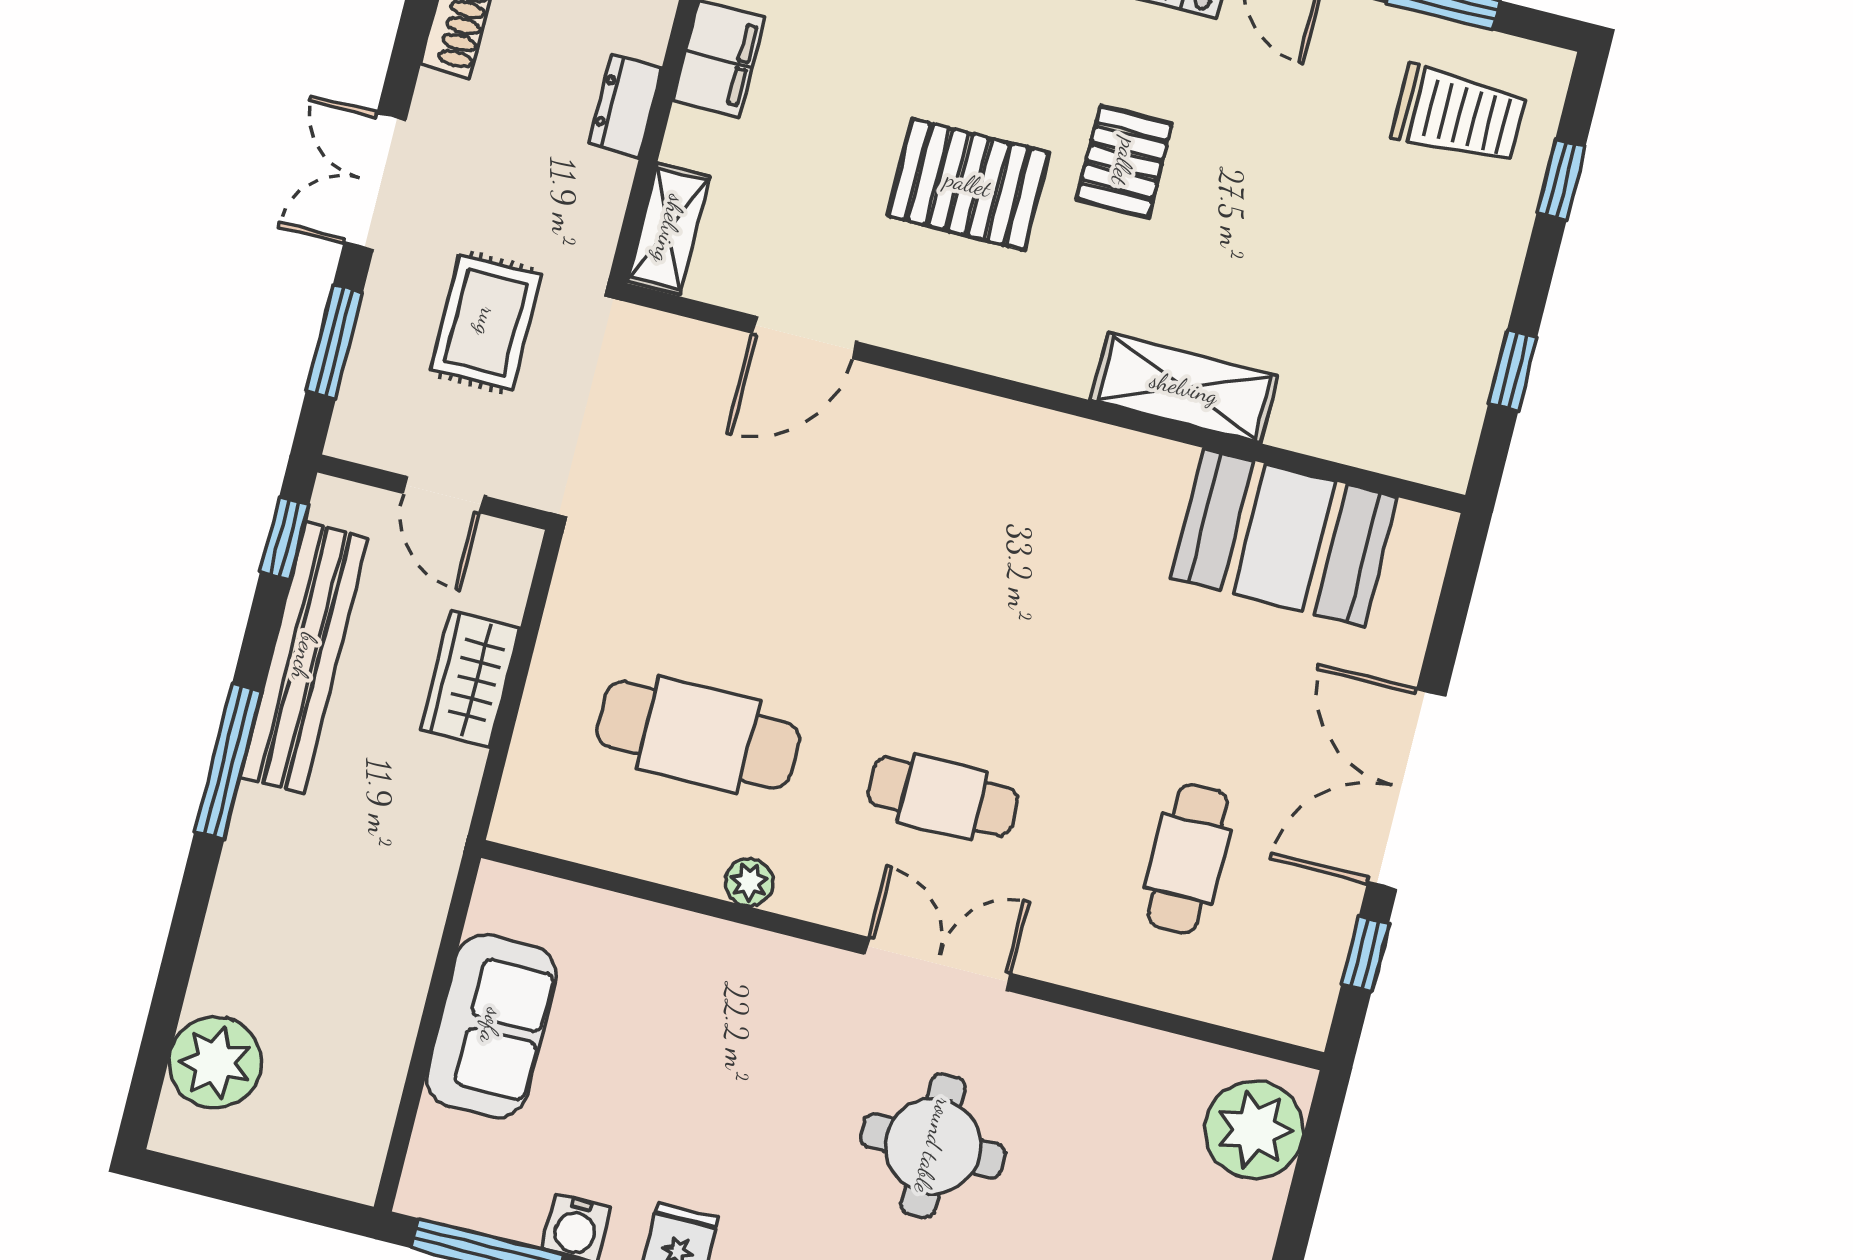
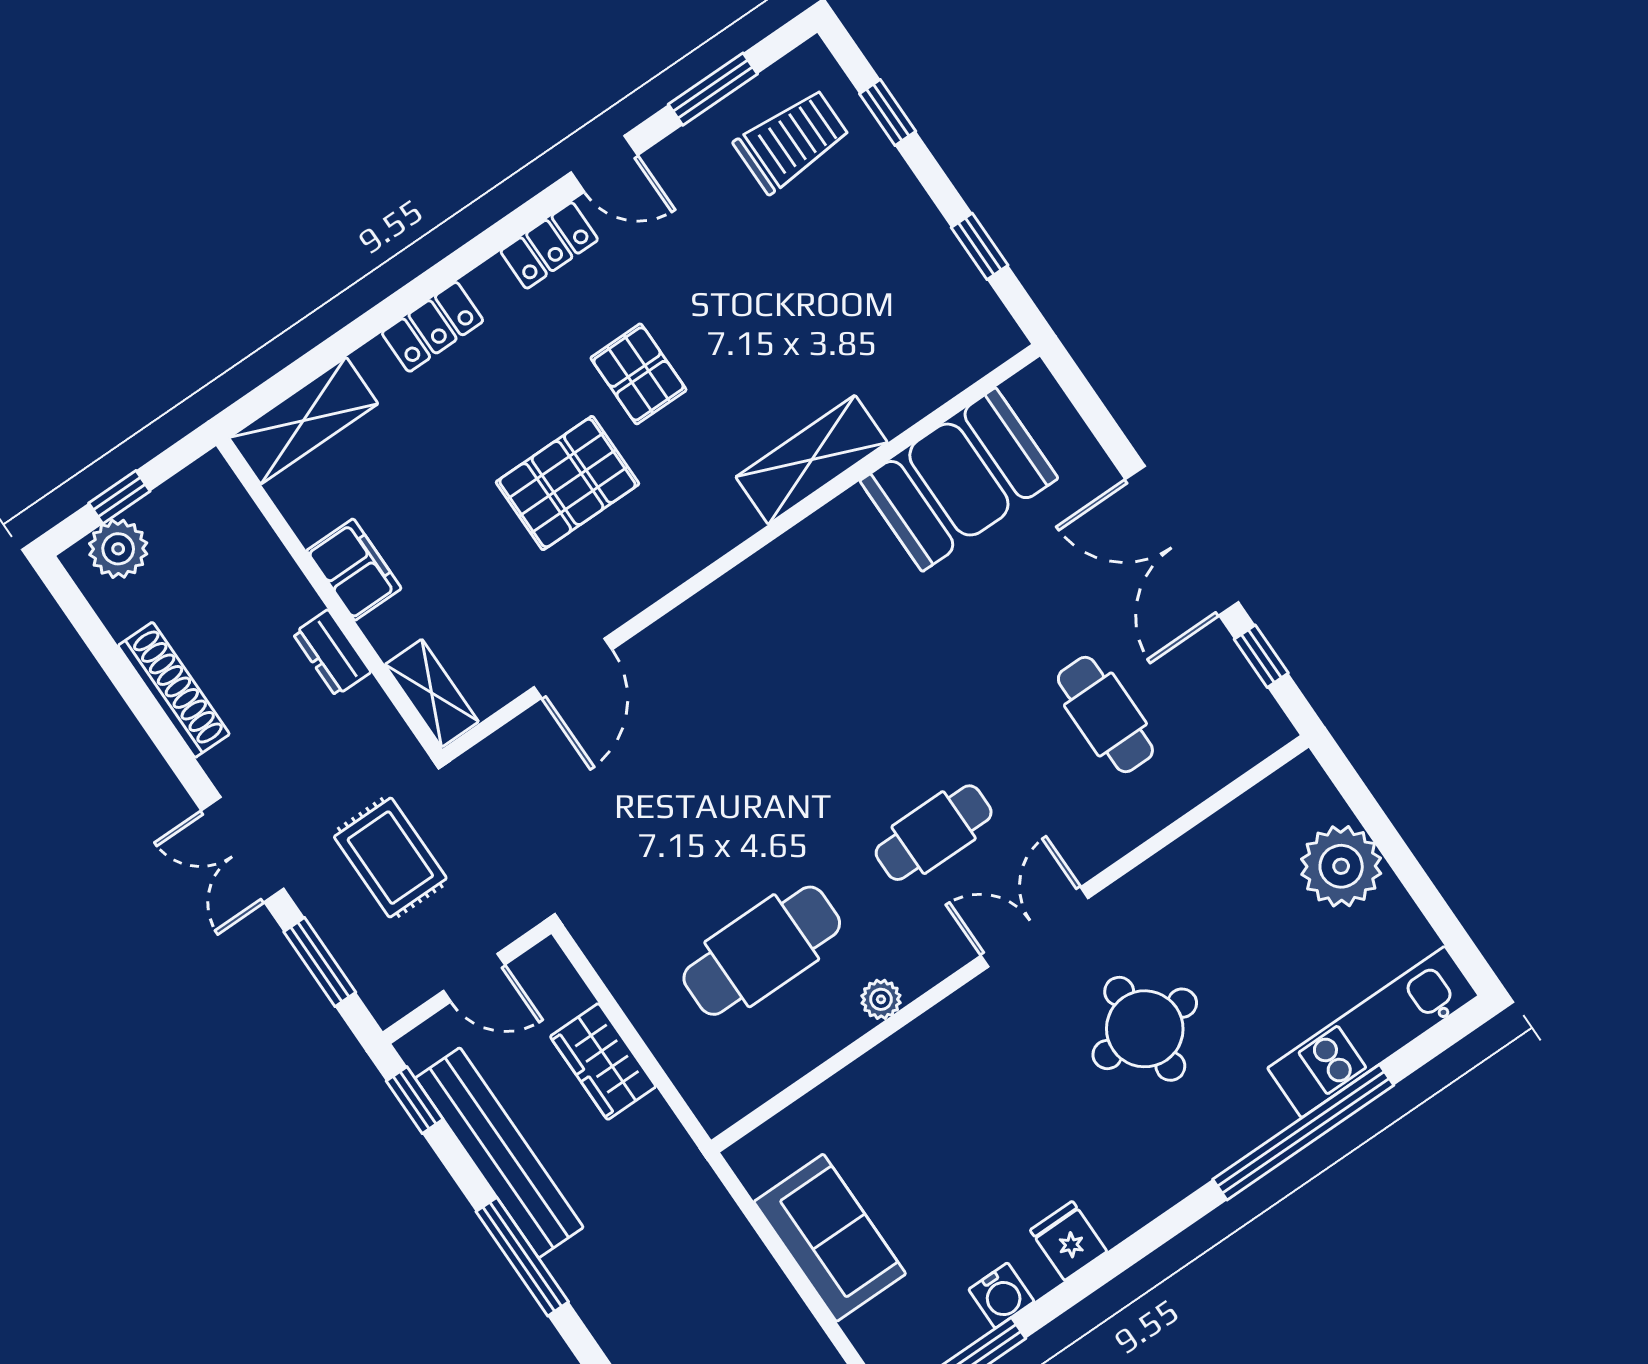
plant: (1254, 1130) -> (1341, 866), moved

